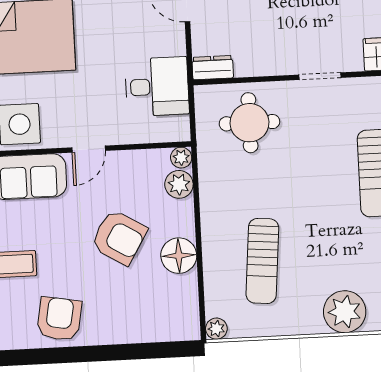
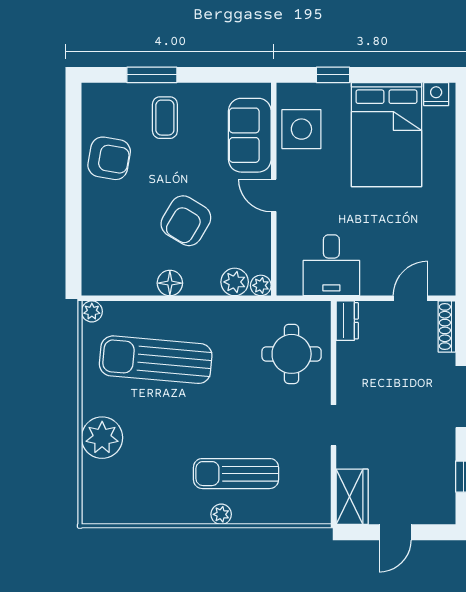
floor lamp: (179, 256) -> (170, 283), width x0.73, depth x0.73
sun lounger: (262, 261) -> (156, 360), width x1.36, depth x1.34

